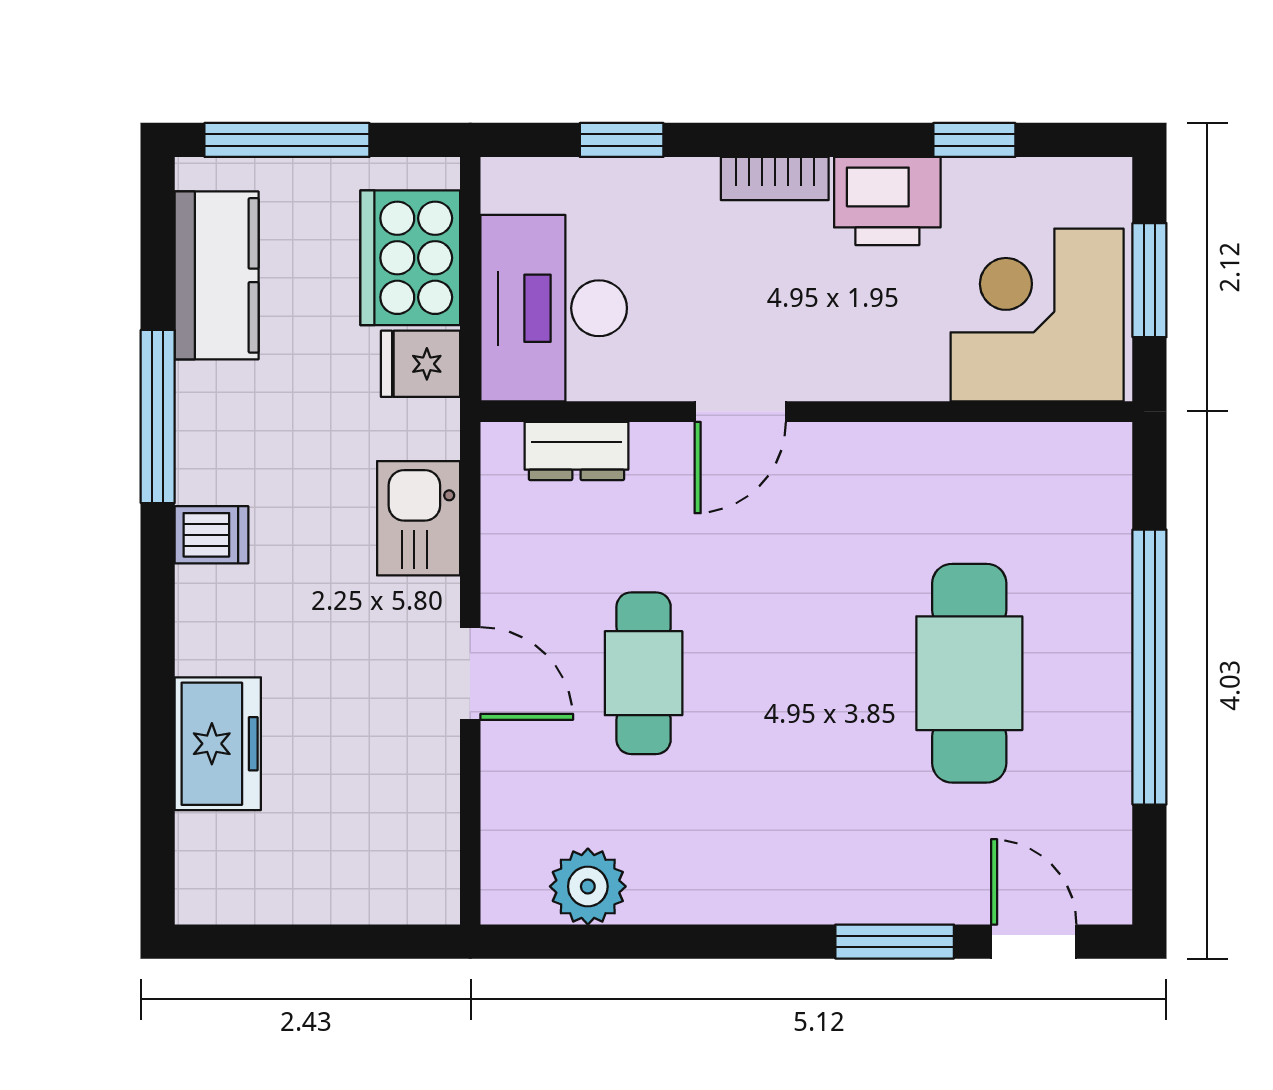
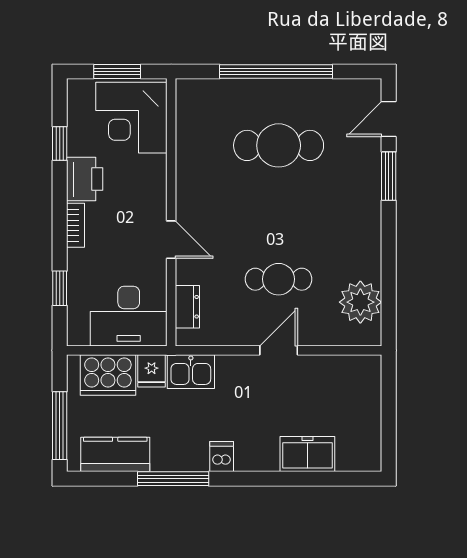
kitchen sink: (419, 518) -> (191, 372), moved
plant: (588, 886) -> (360, 302), width x1.36, depth x1.36

